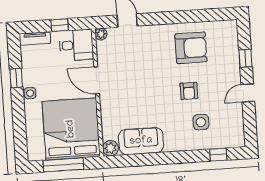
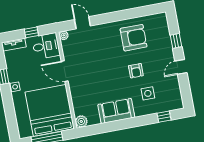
sofa: (141, 141) -> (116, 111), moved

